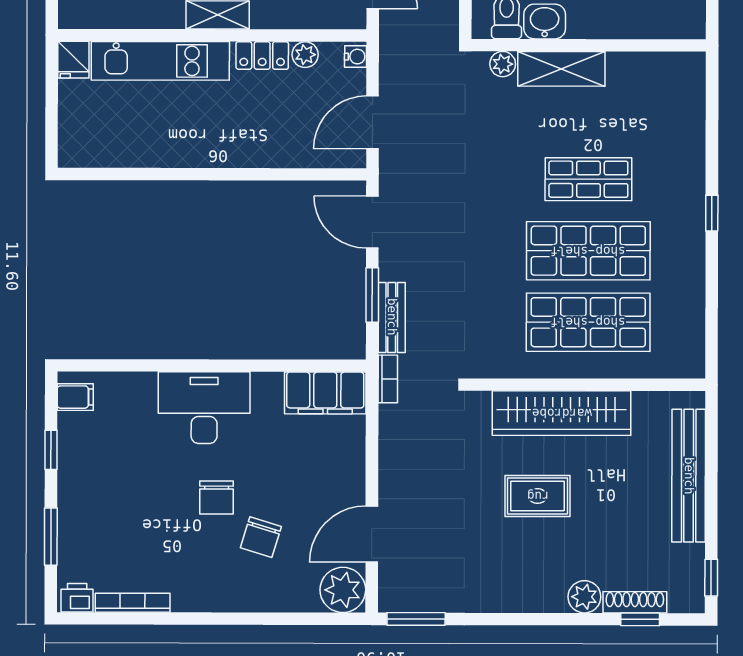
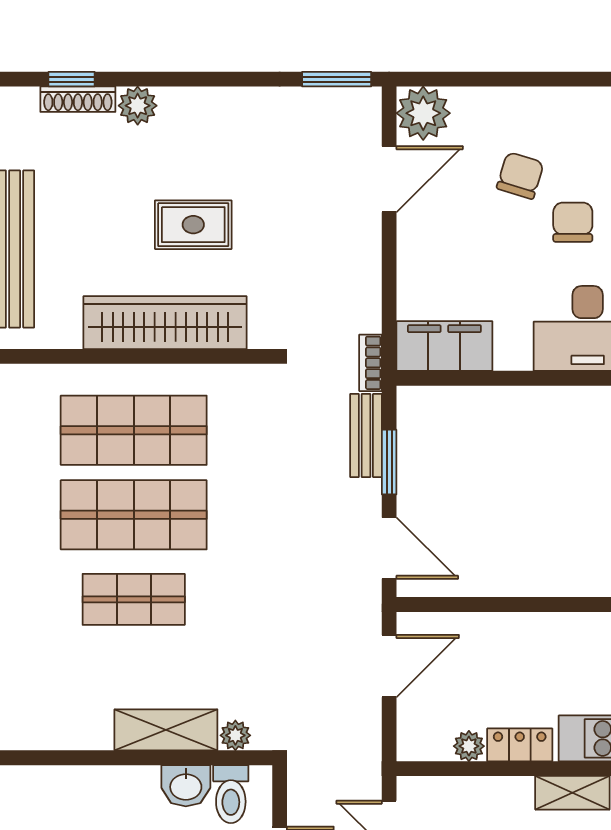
water cooler: (356, 57) -> (409, 744), removed

